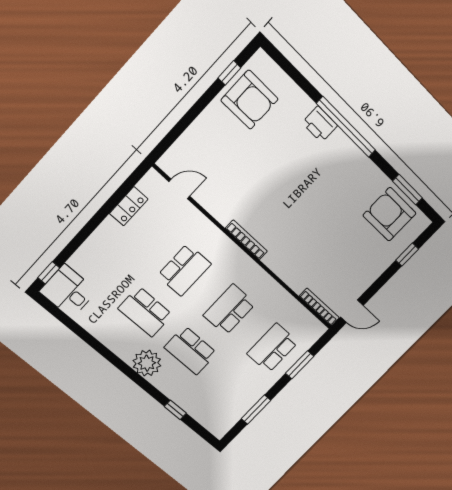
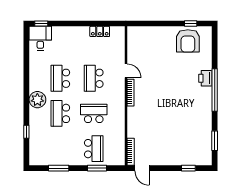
door: (179, 189) -> (126, 71), moved
armchair: (389, 214) -> (198, 143), removed
school desk: (184, 270) -> (94, 78), turned 90
school desk: (273, 348) -> (94, 149), turned 90

